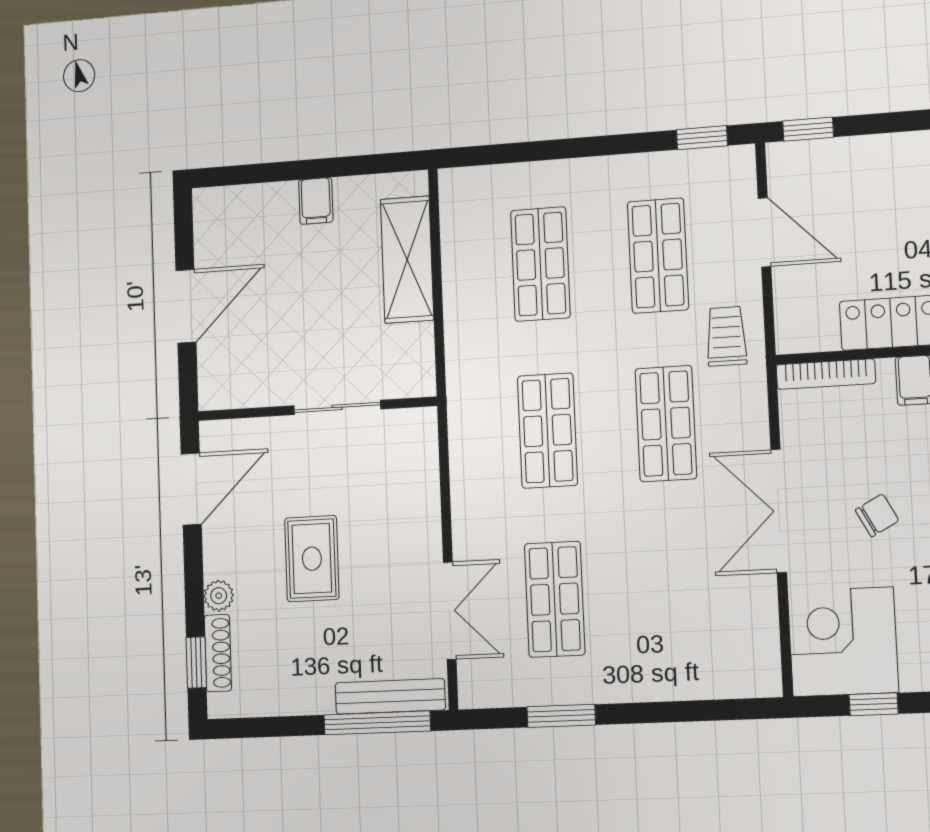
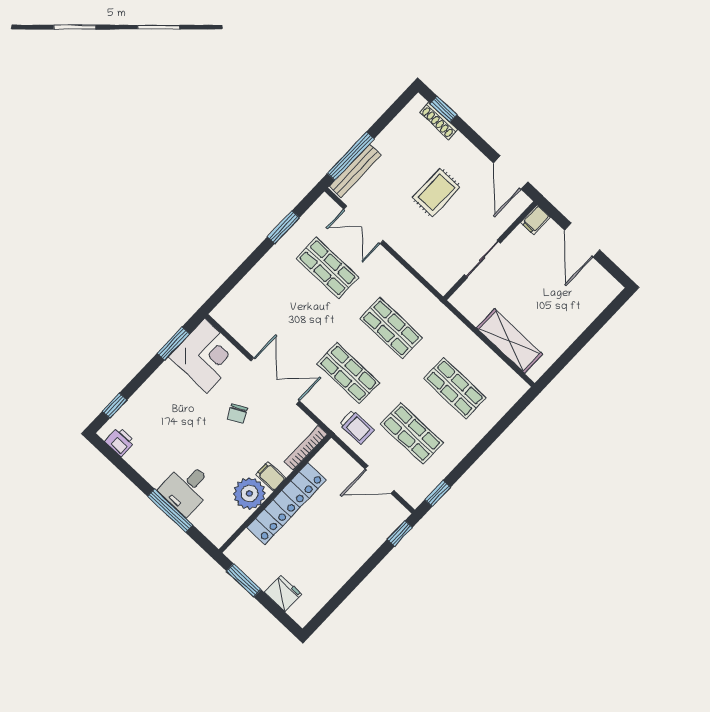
filing cabinet: (316, 201) -> (535, 220), moved, turned -90
rug: (312, 559) -> (436, 192), turned 90
plant: (219, 596) -> (460, 143), removed
window: (874, 704) -> (173, 344), width x1.50

